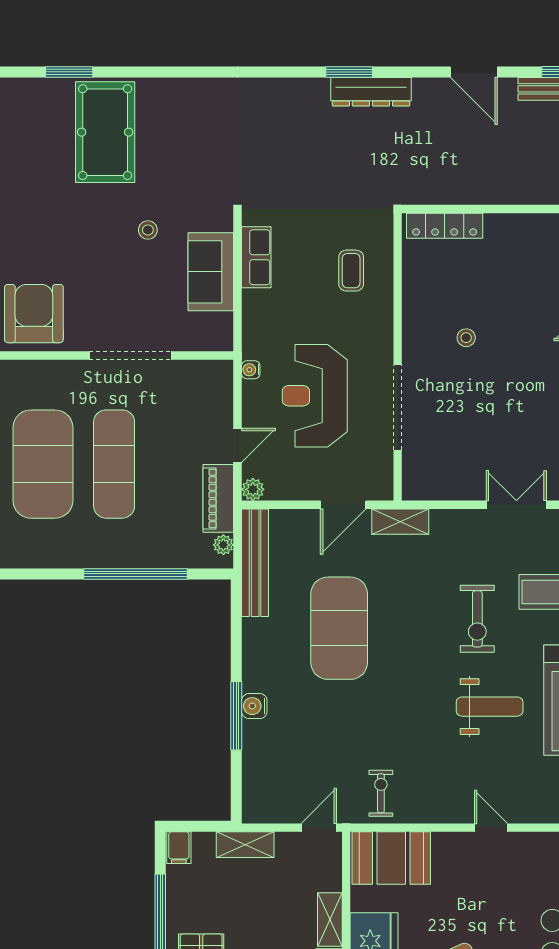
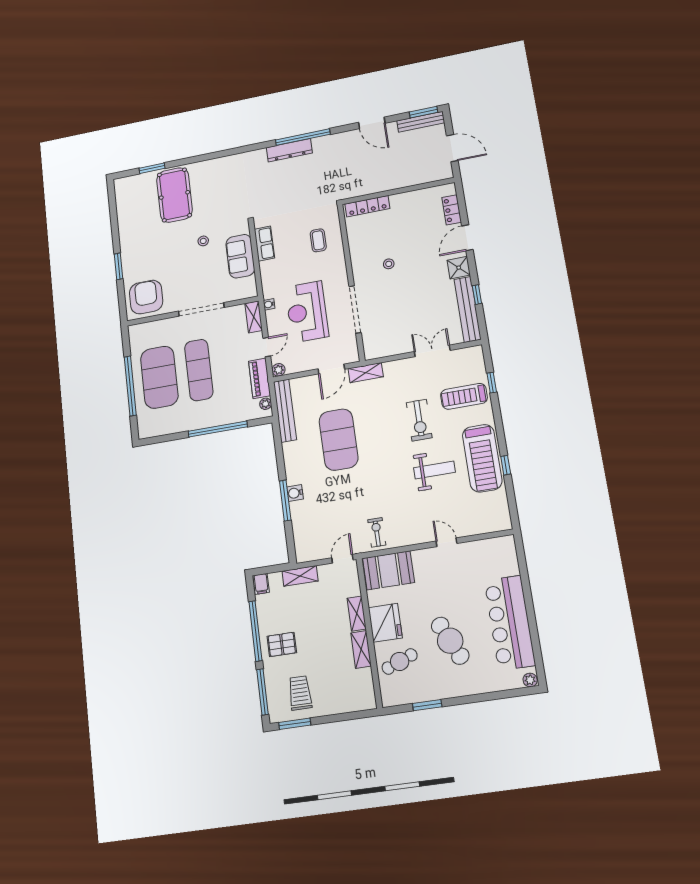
window: (349, 72) -> (303, 137), width x2.11
dresser: (371, 92) -> (289, 150), moved
shelving: (221, 387) -> (254, 317), added

